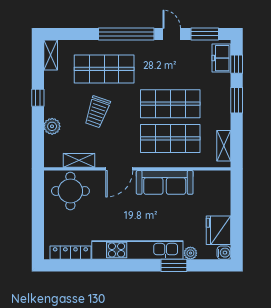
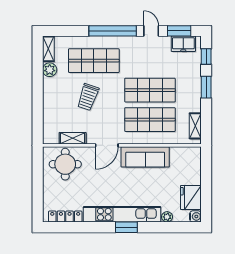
freezer: (221, 58) -> (183, 44), moved, turned -90
window: (38, 98) -> (38, 85), removed
plant: (52, 126) -> (50, 70), moved
window: (174, 265) -> (126, 227), moved

